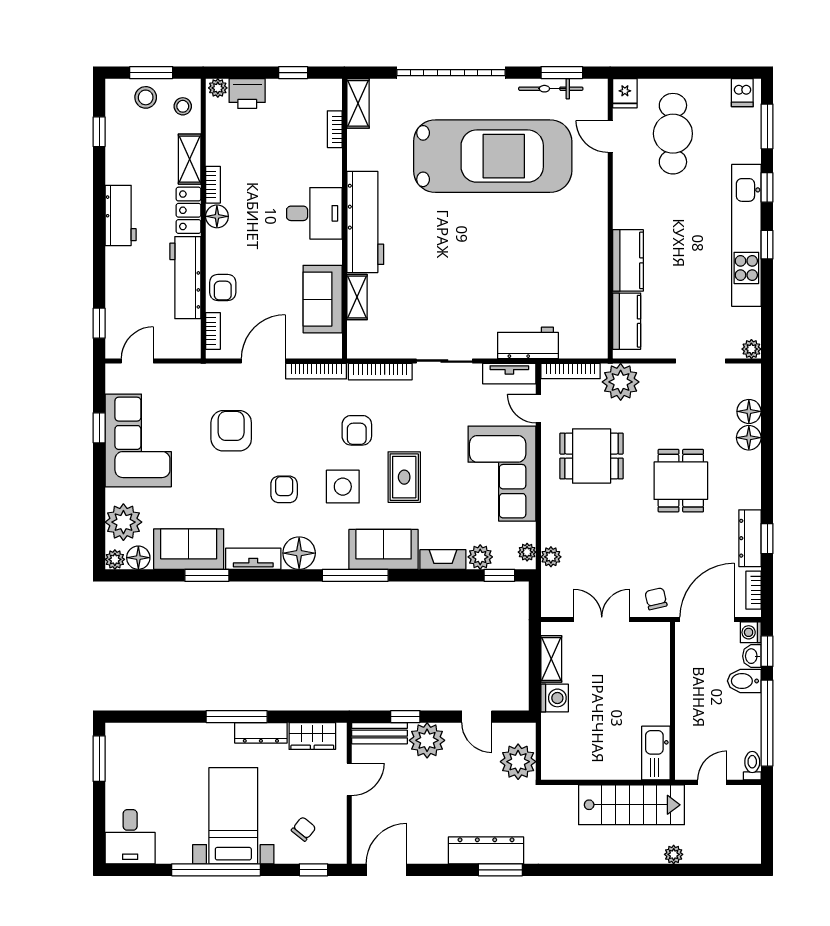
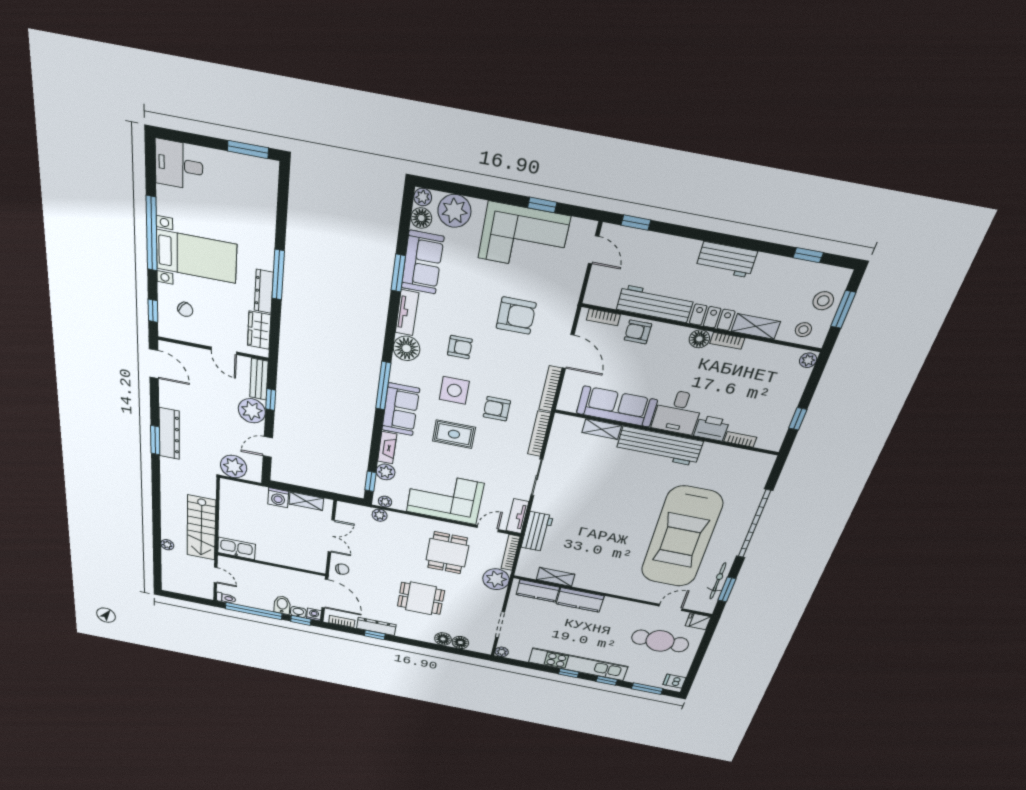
printer: (247, 93) -> (711, 428), moved, turned 90
shelving: (358, 103) -> (556, 577), moved
sofa: (323, 299) -> (617, 407), width x1.36

